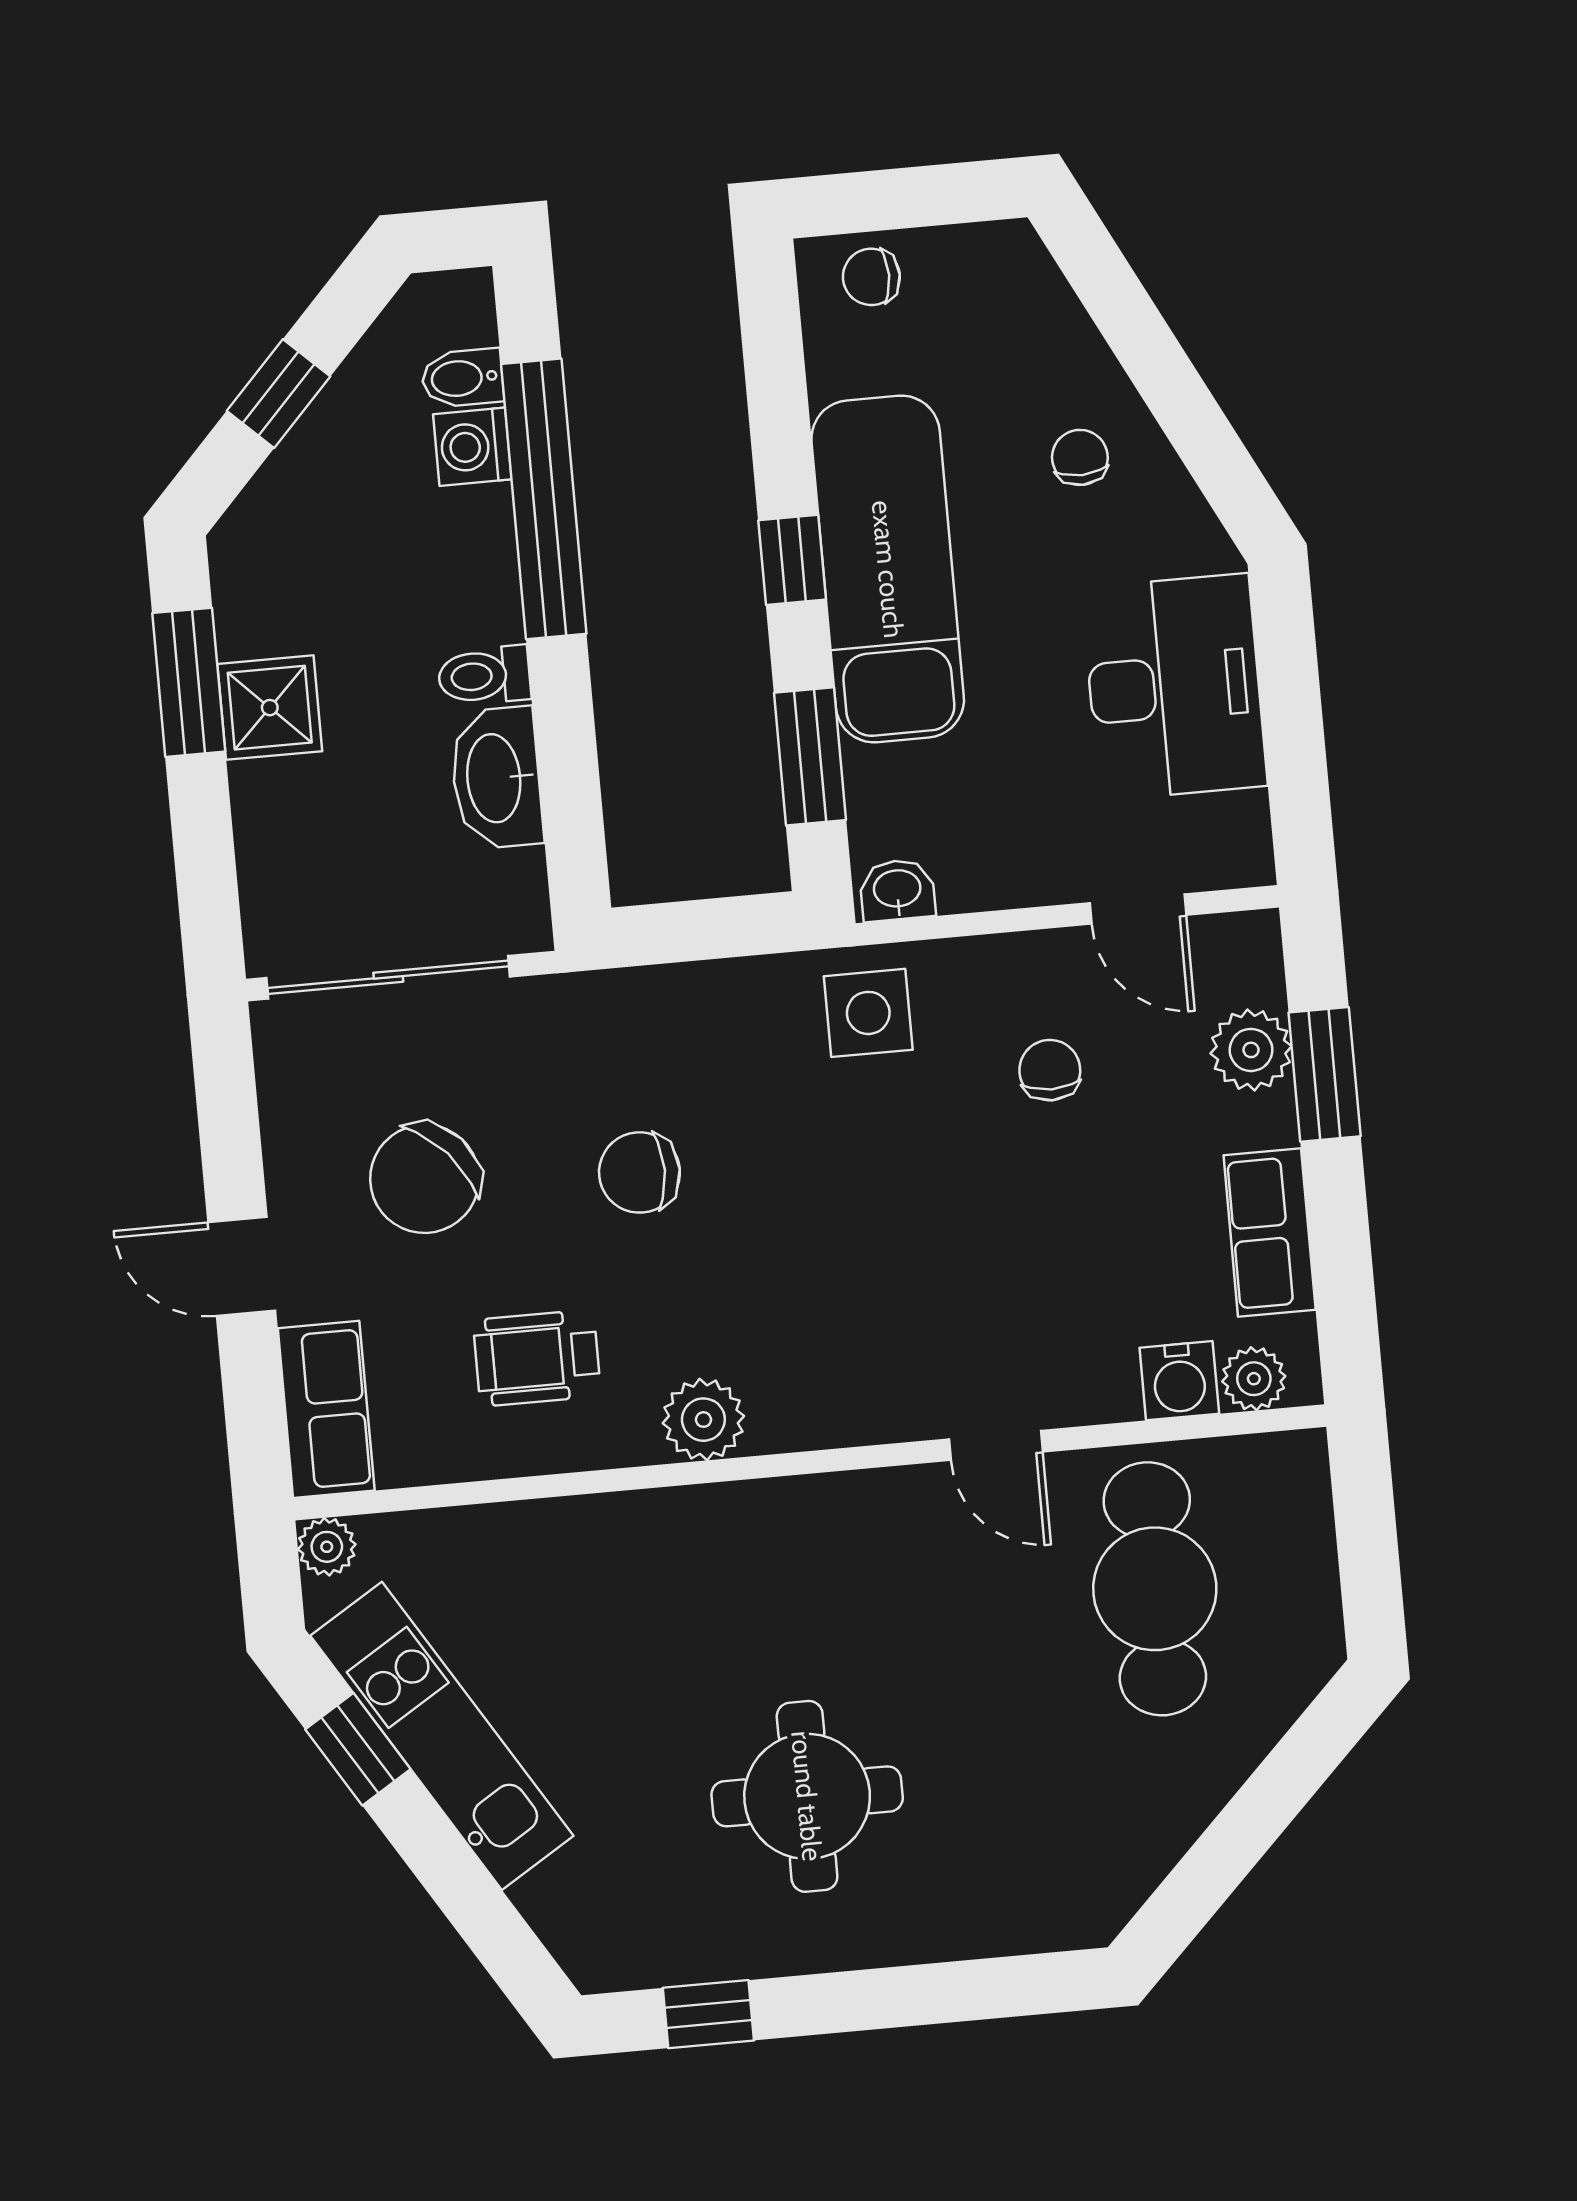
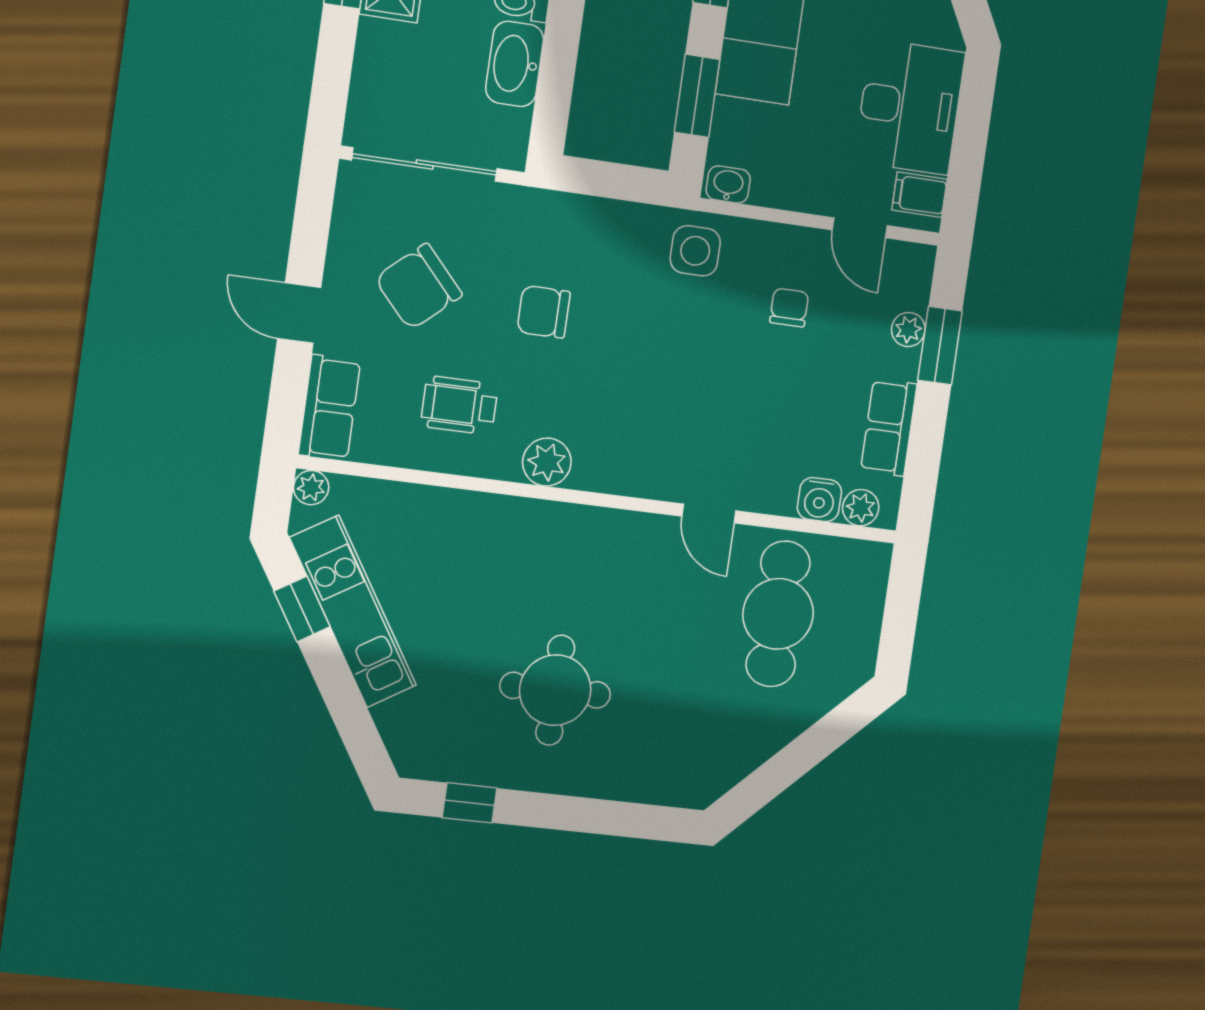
filing cabinet: (1227, 829) -> (920, 195), added
plant: (1251, 1050) -> (908, 330), width x0.73, depth x0.73

